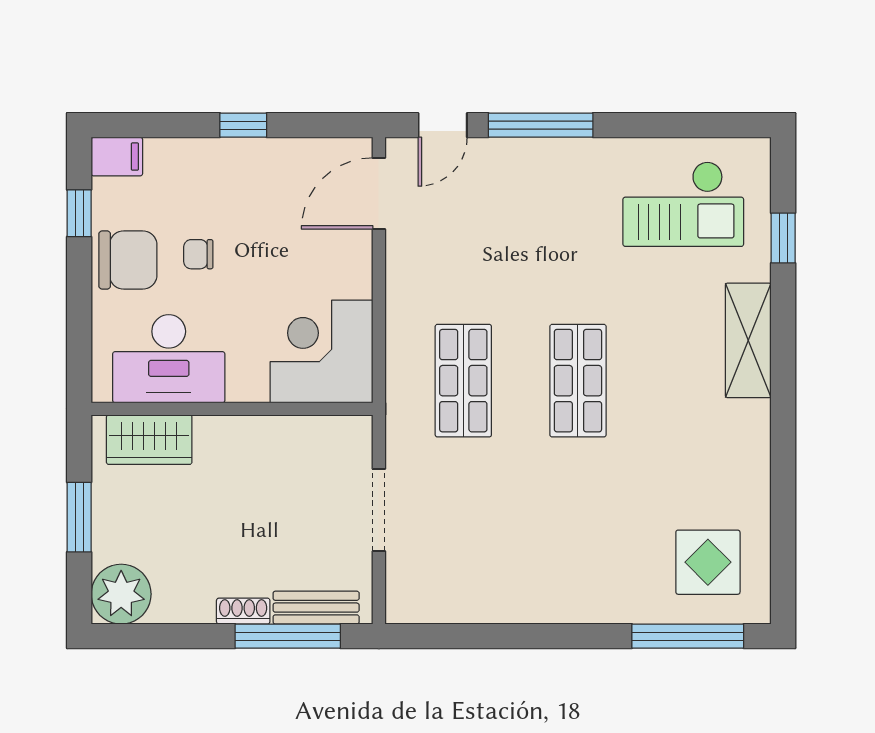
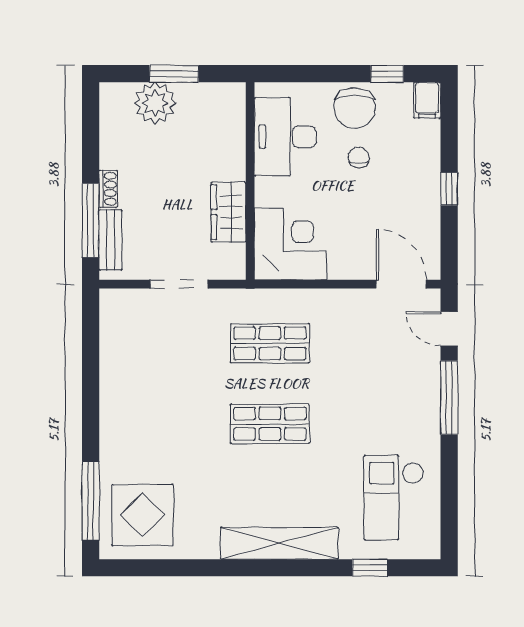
shelving: (748, 340) -> (279, 543), width x1.47
wardrobe: (149, 440) -> (228, 212), moved
display table: (708, 562) -> (142, 515), width x1.36, depth x1.36
plant: (121, 594) -> (155, 103), moved

